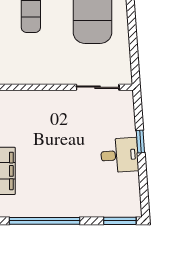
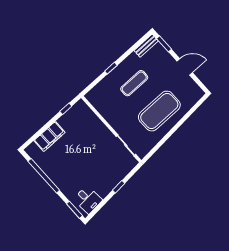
desk: (120, 155) -> (88, 200), moved

